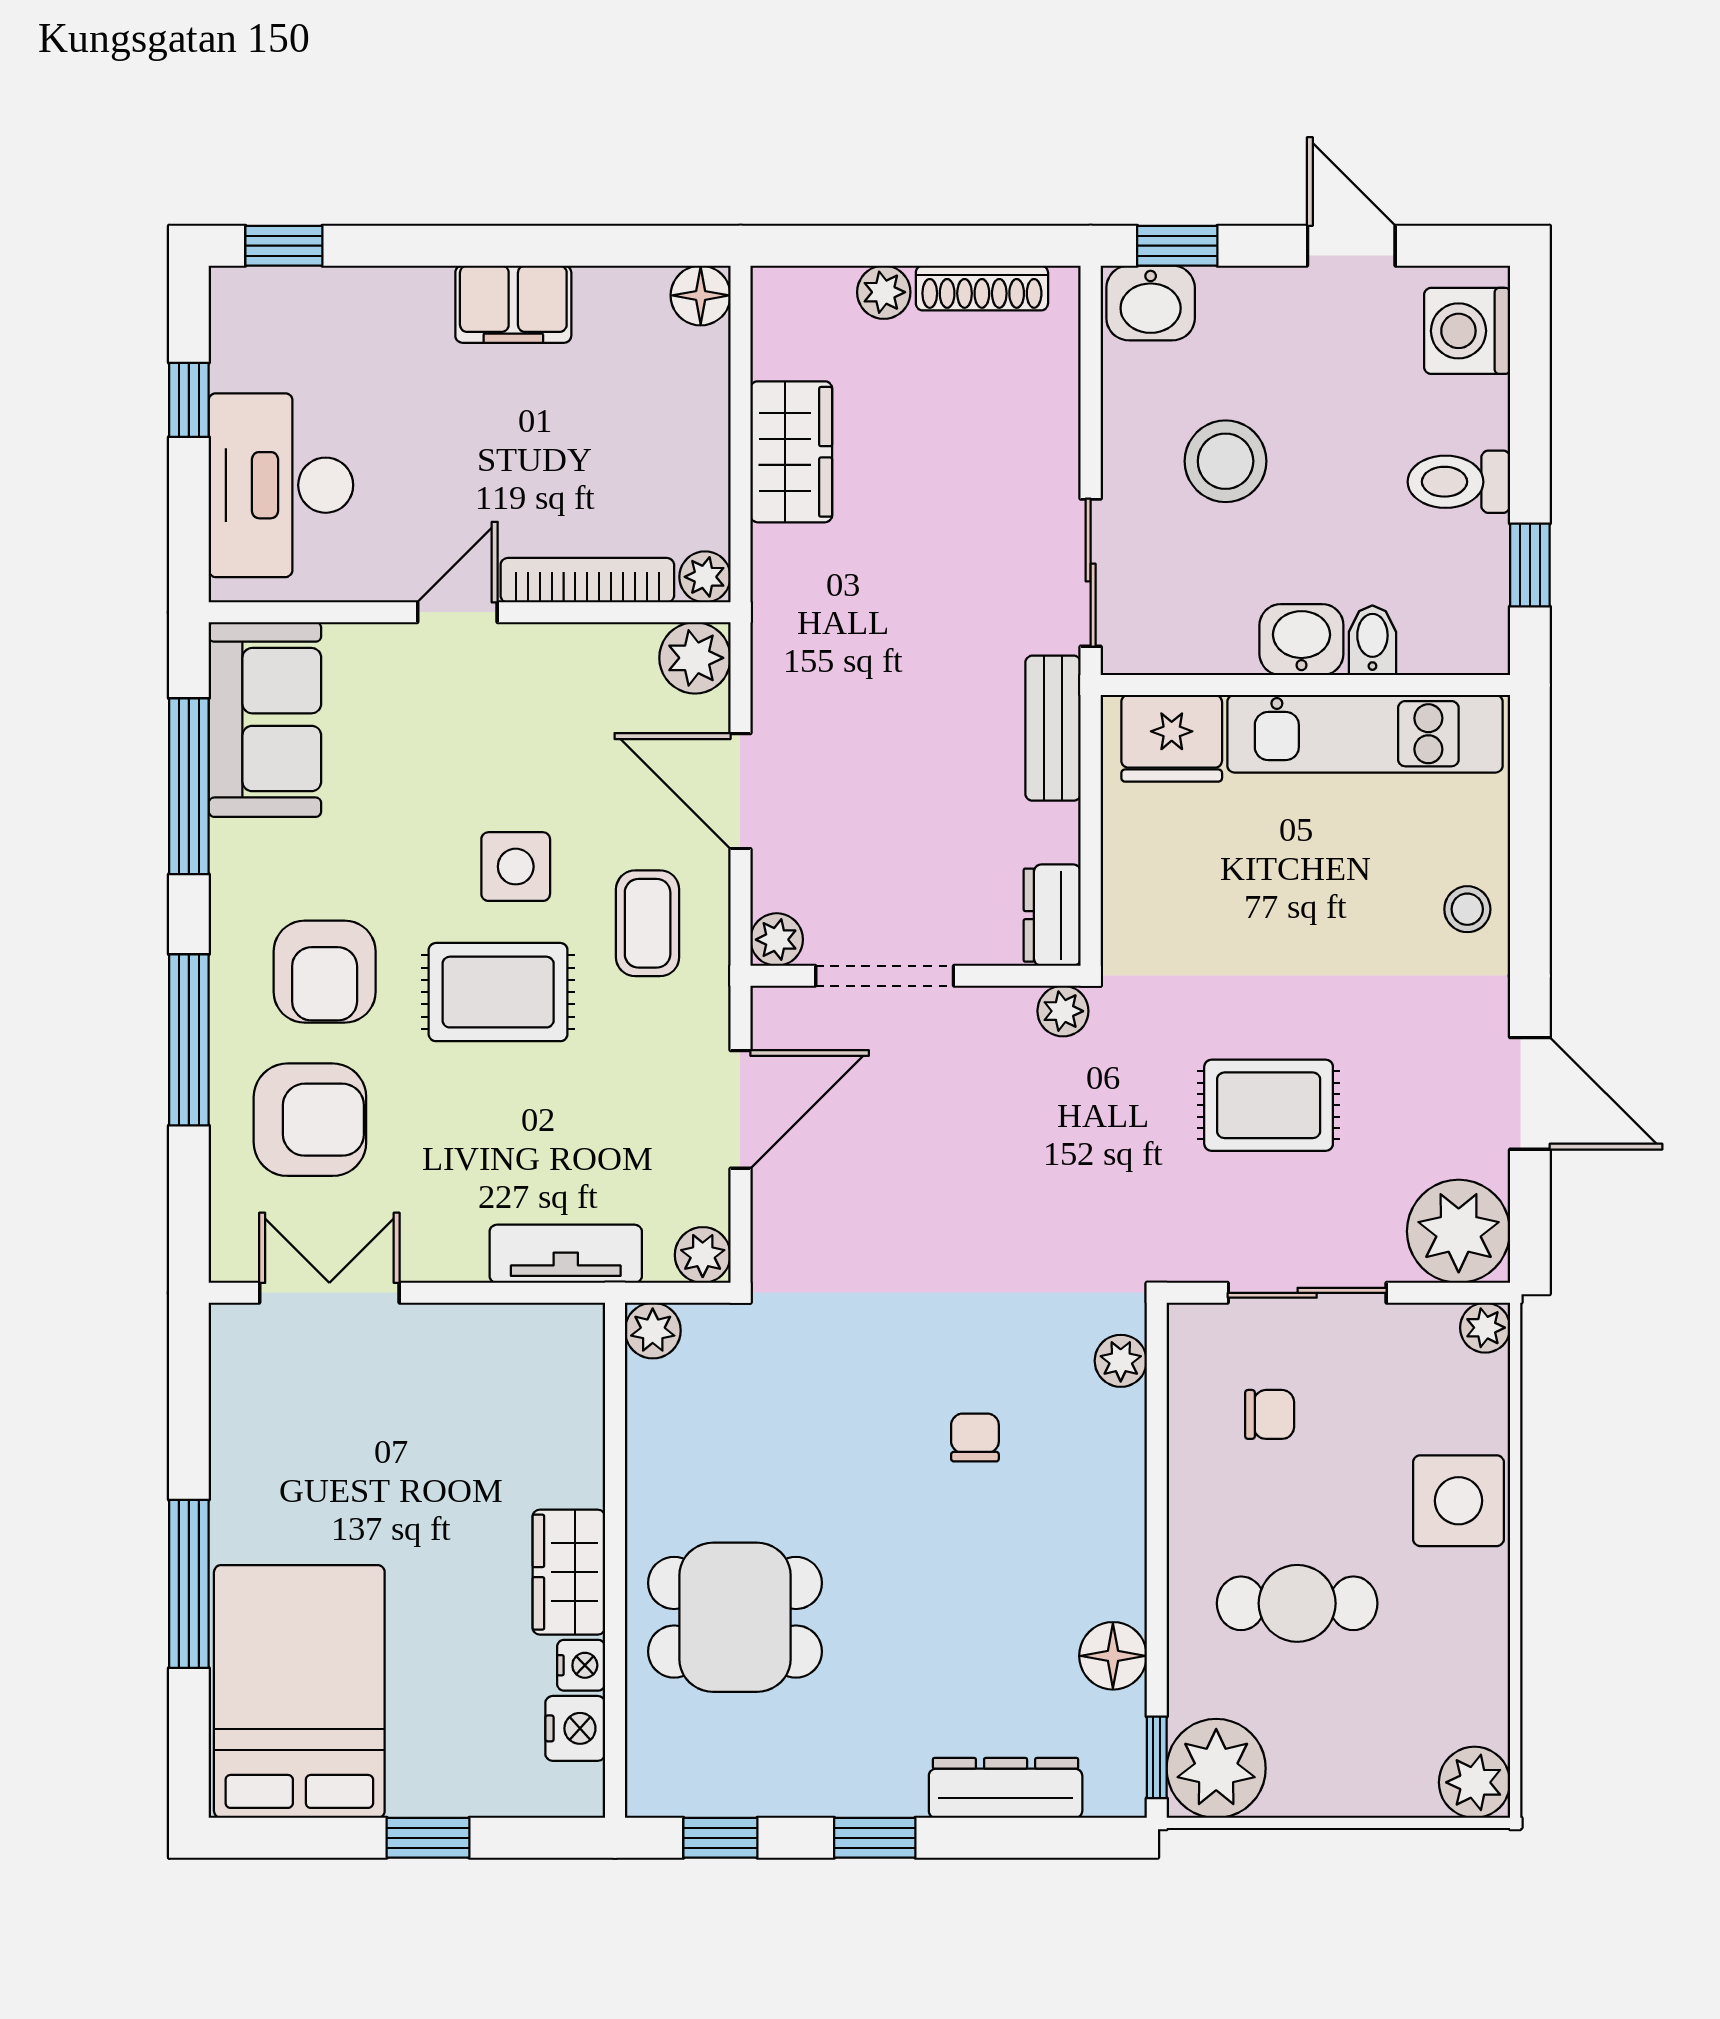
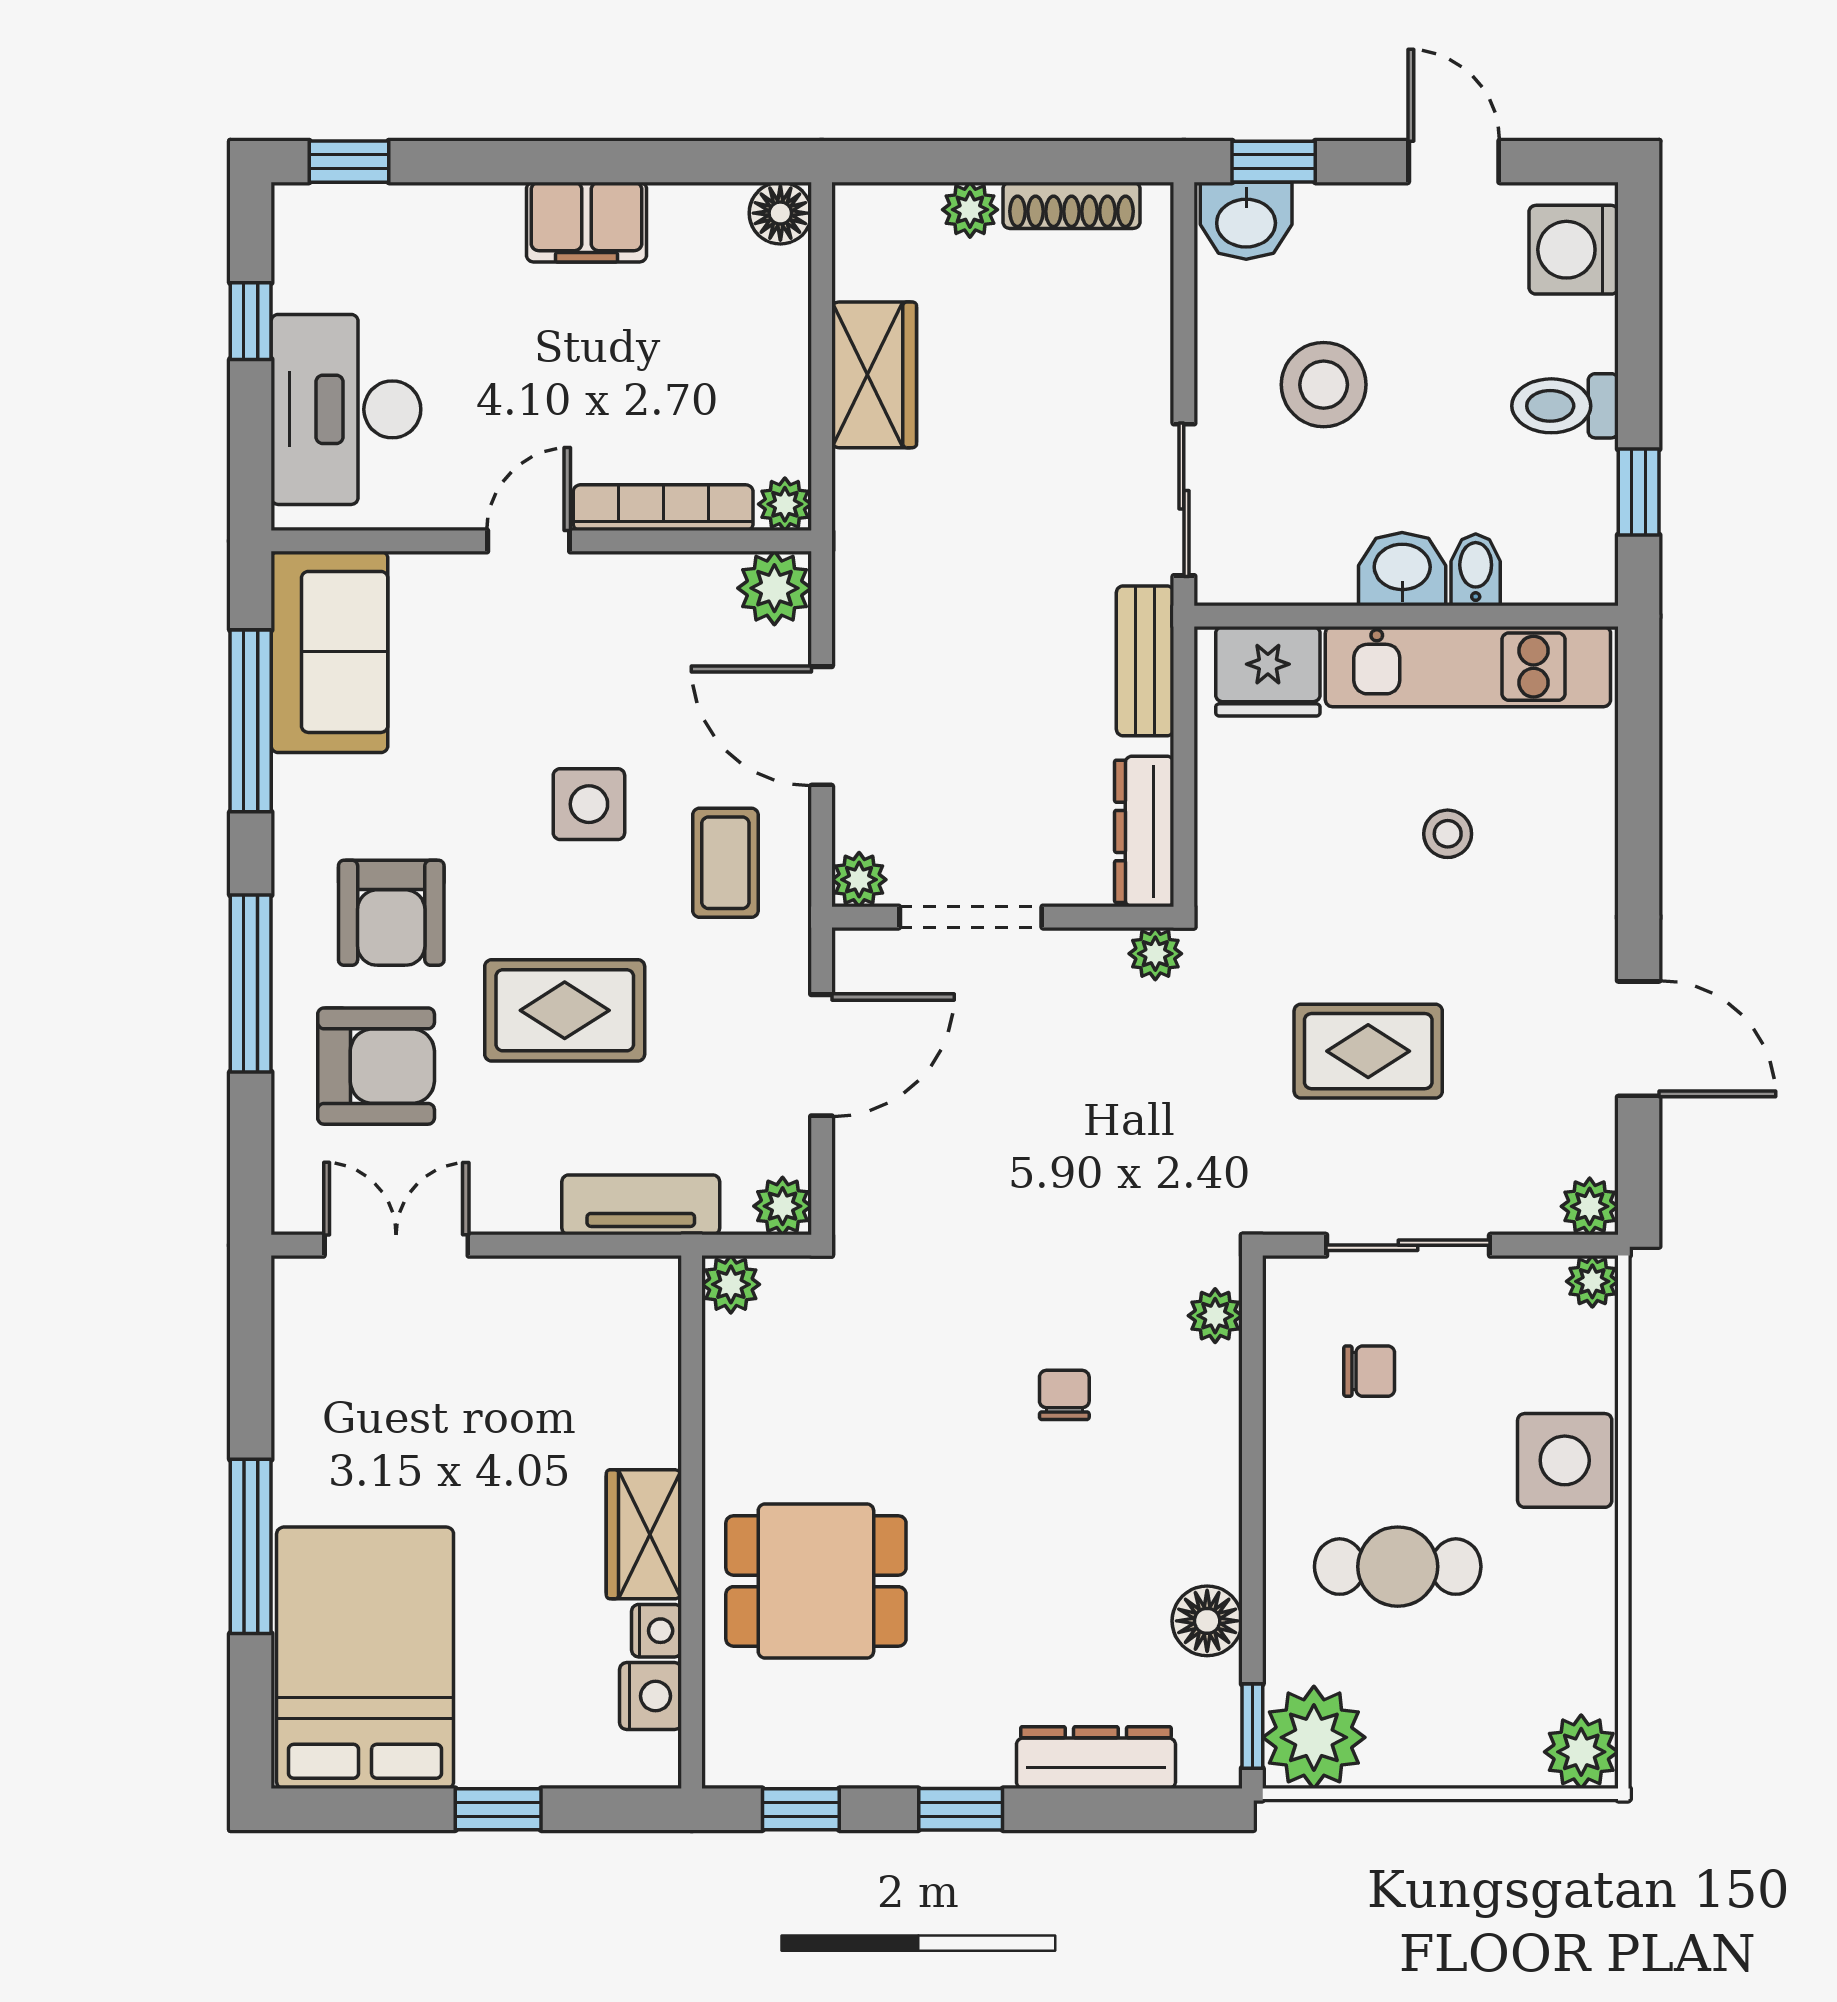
stool: (1467, 909) -> (1448, 834), moved
dresser: (1052, 915) -> (1144, 831), width x1.44
rug: (498, 992) -> (565, 1010), moved
plant: (1459, 1231) -> (1590, 1206), width x0.53, depth x0.53

